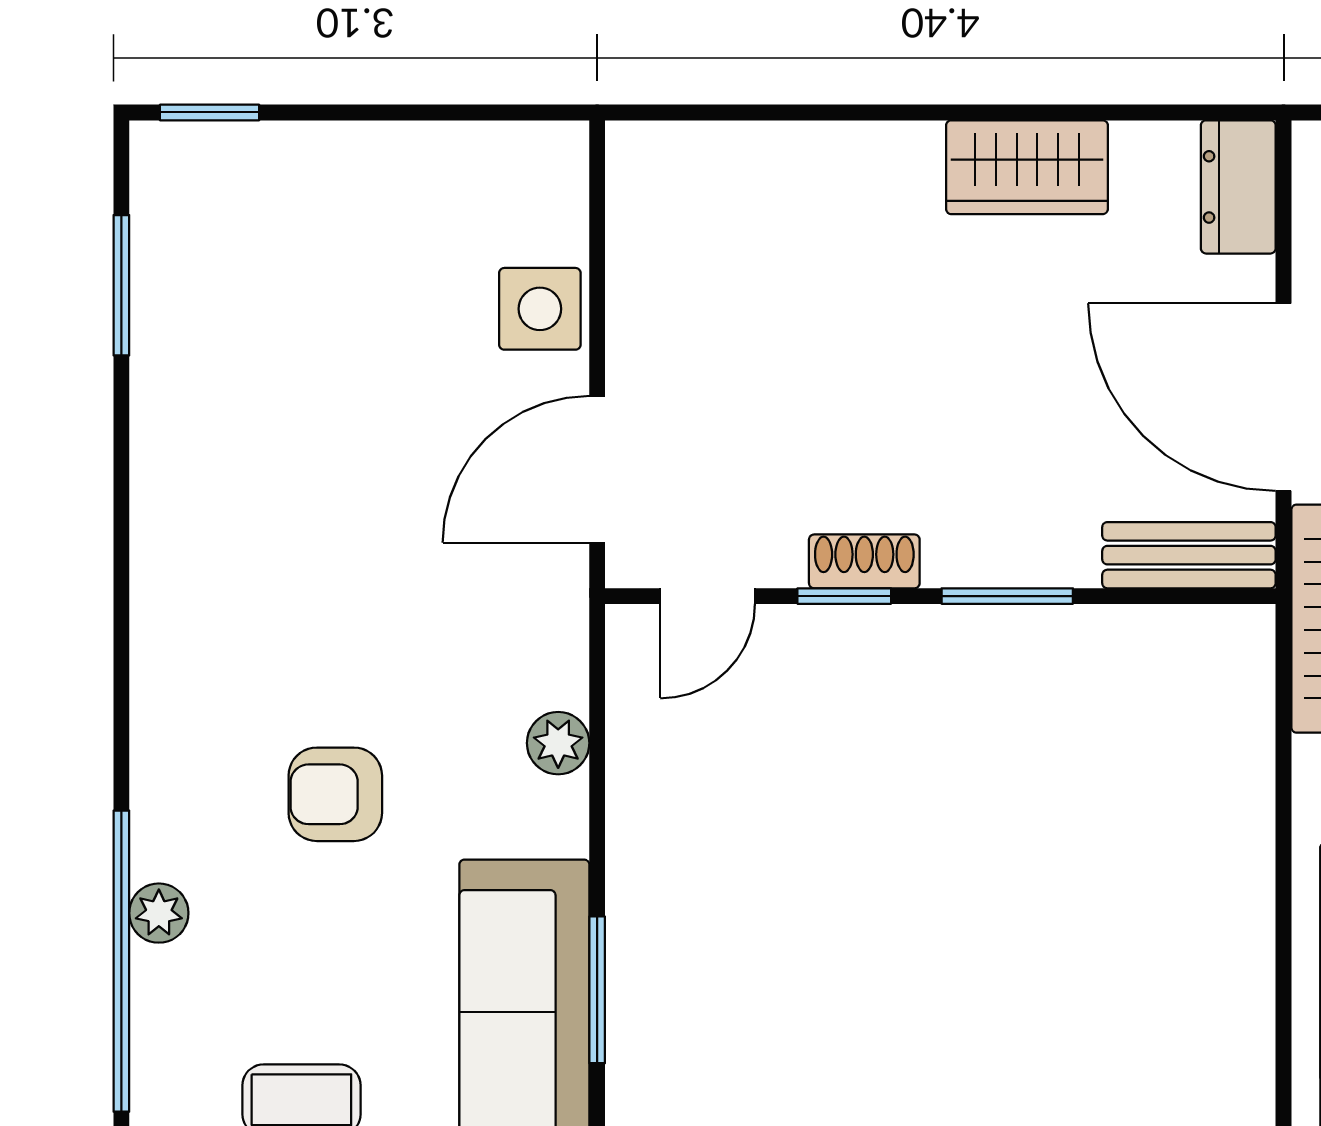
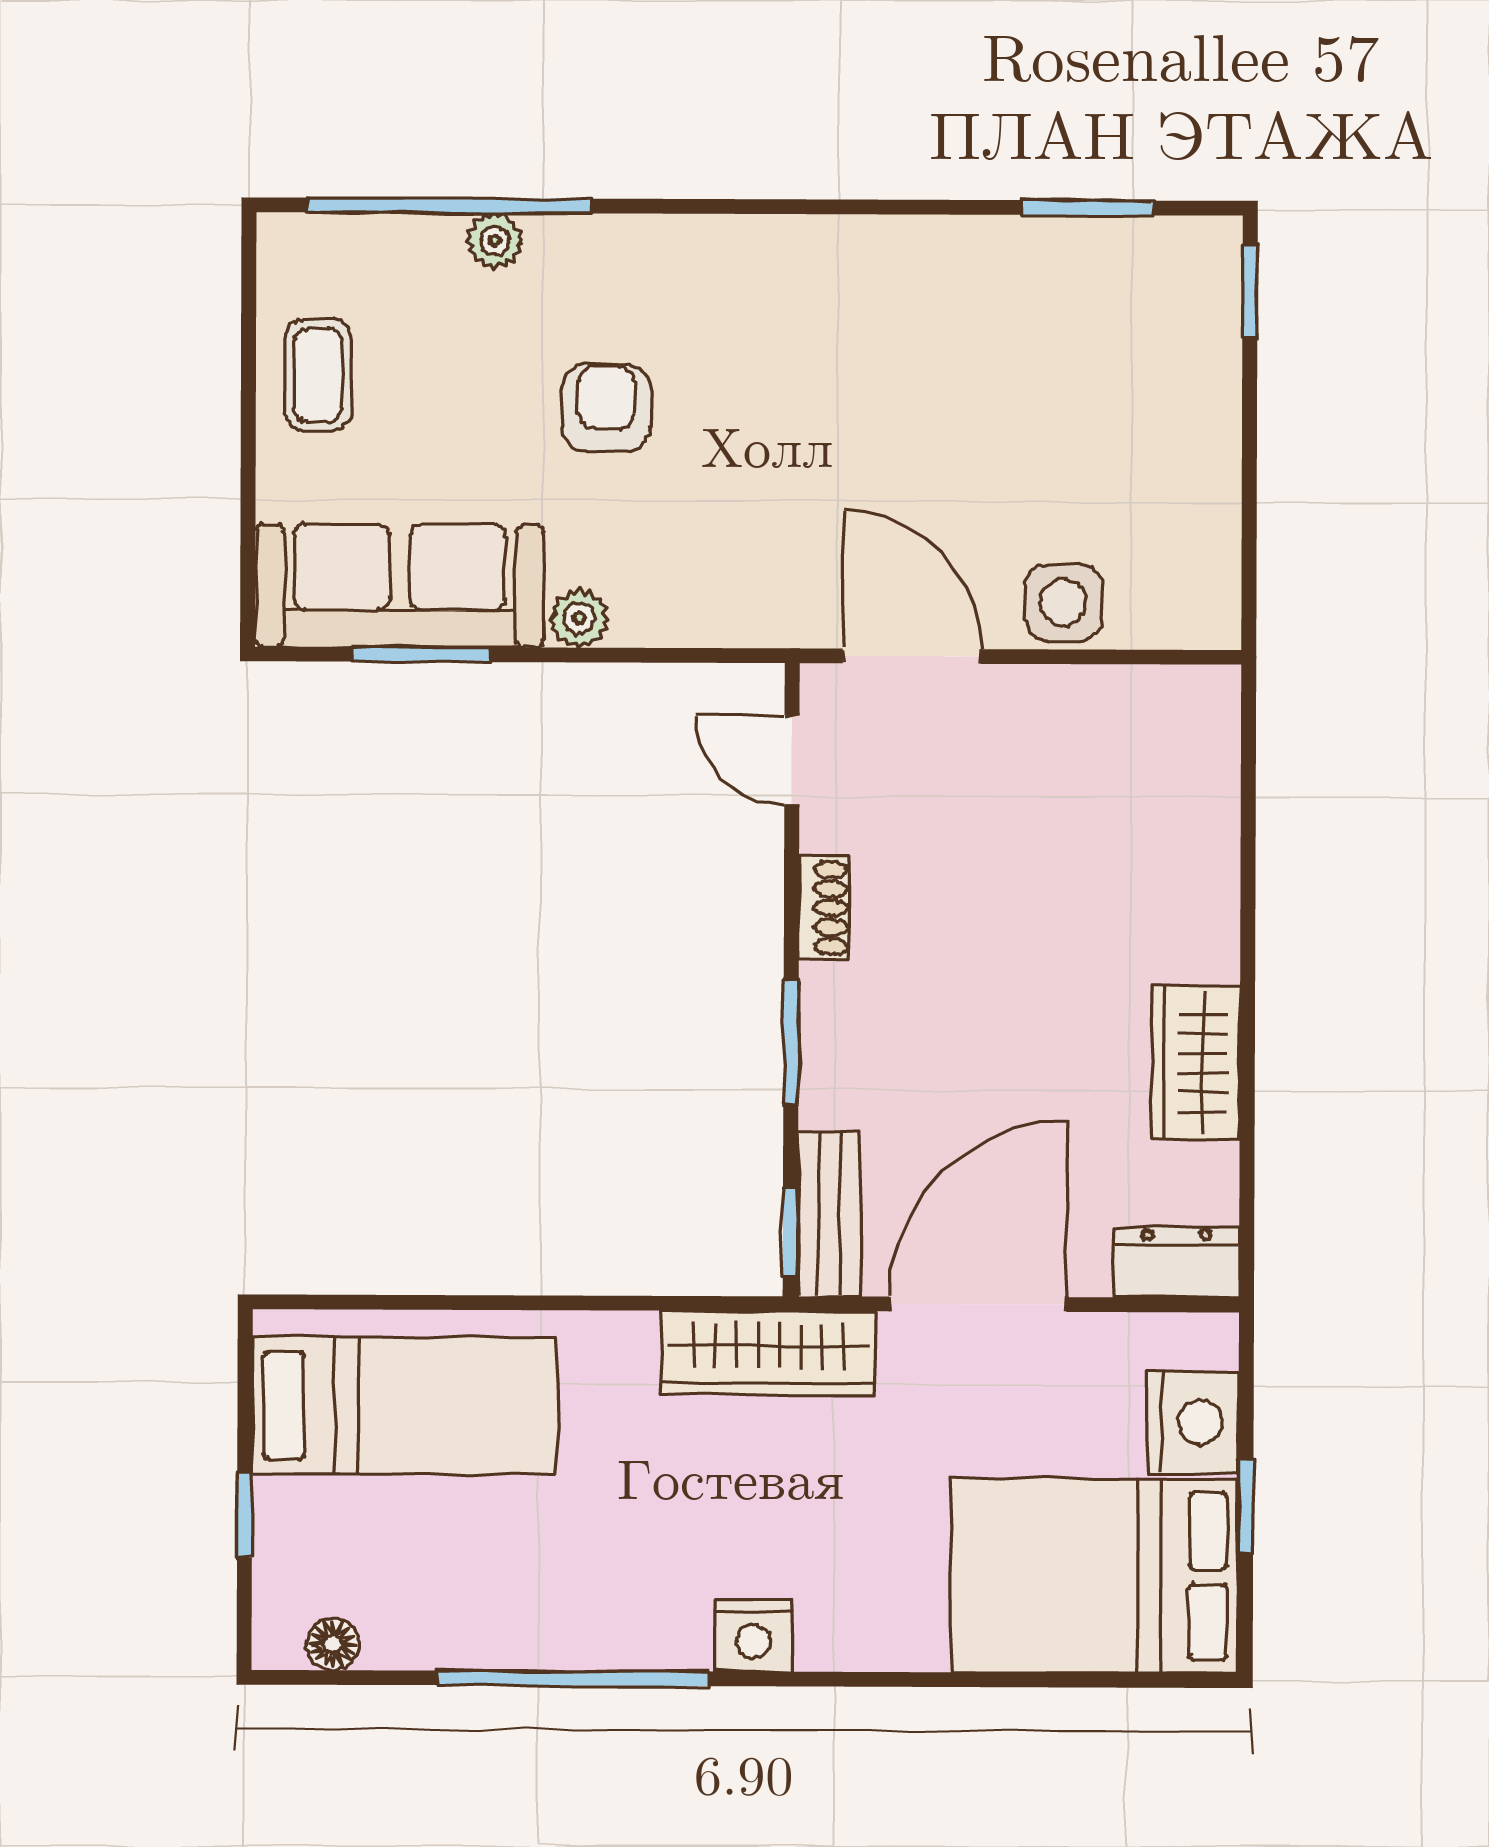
window: (844, 596) -> (790, 1231), moved
plant: (558, 743) -> (579, 618), moved

